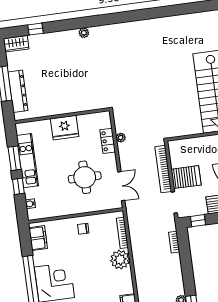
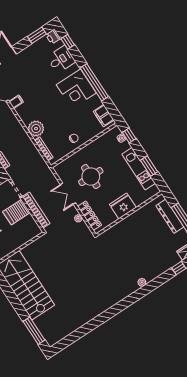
locker: (108, 141) -> (90, 216), width x1.53
window: (18, 186) -> (129, 136), moved
double door: (121, 186) -> (68, 194), moved

